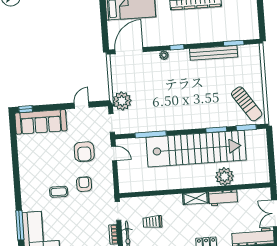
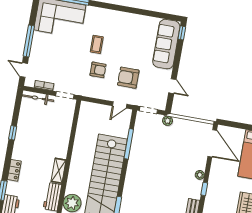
plant: (122, 101) -> (168, 121), width x0.53, depth x0.53
trolley: (152, 222) -> (47, 125), removed

